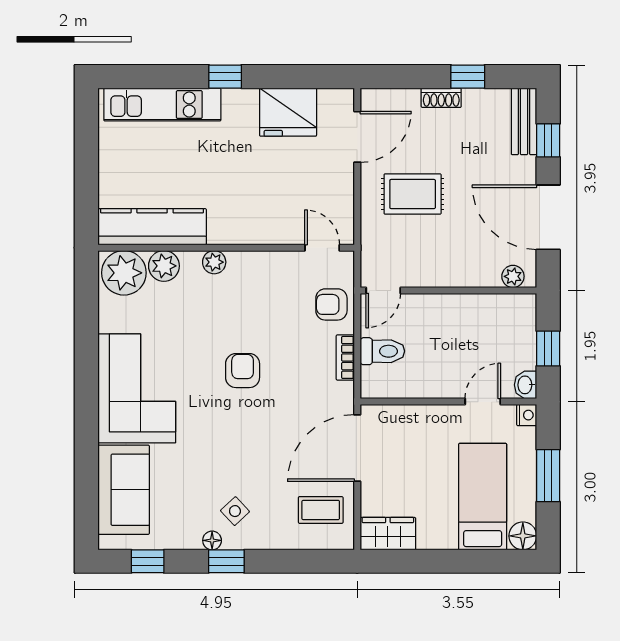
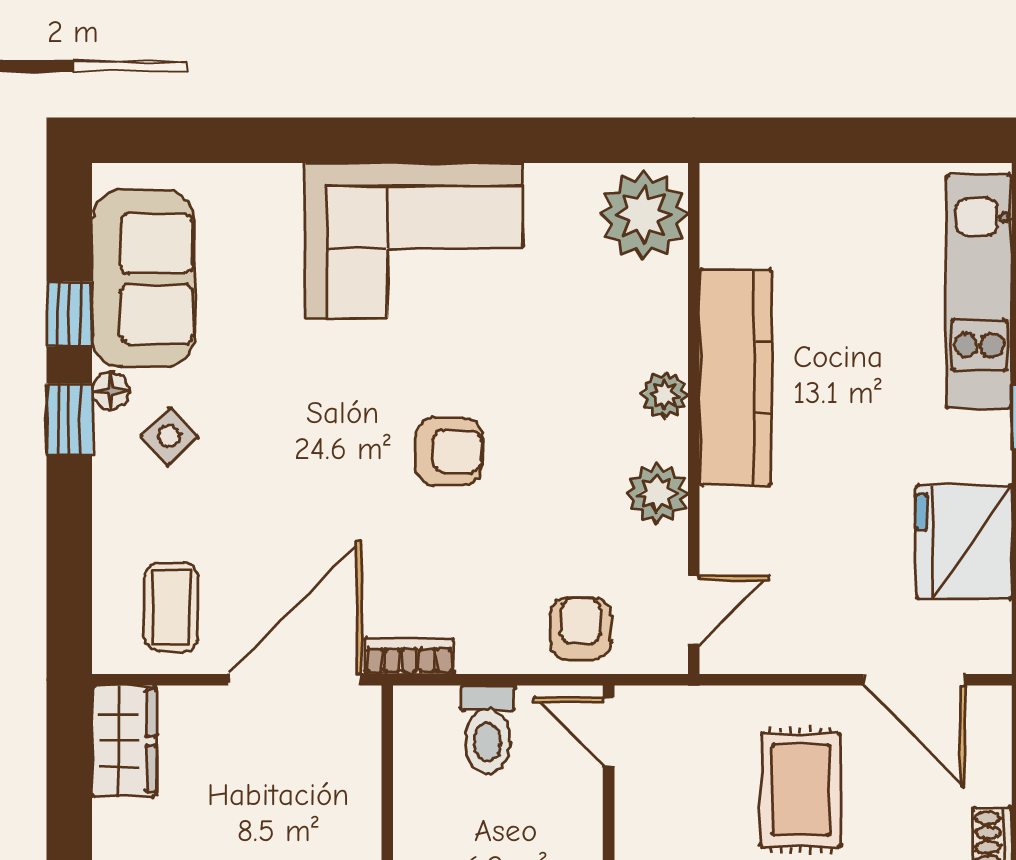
kitchen counter: (152, 227) -> (736, 377), moved
plant: (164, 266) -> (657, 494), moved
bookcase: (345, 357) -> (409, 656), moved
door: (357, 448) -> (295, 680), hinge flipped
sofa: (124, 490) -> (143, 279), moved, turned -90
window: (148, 561) -> (69, 314), moved

